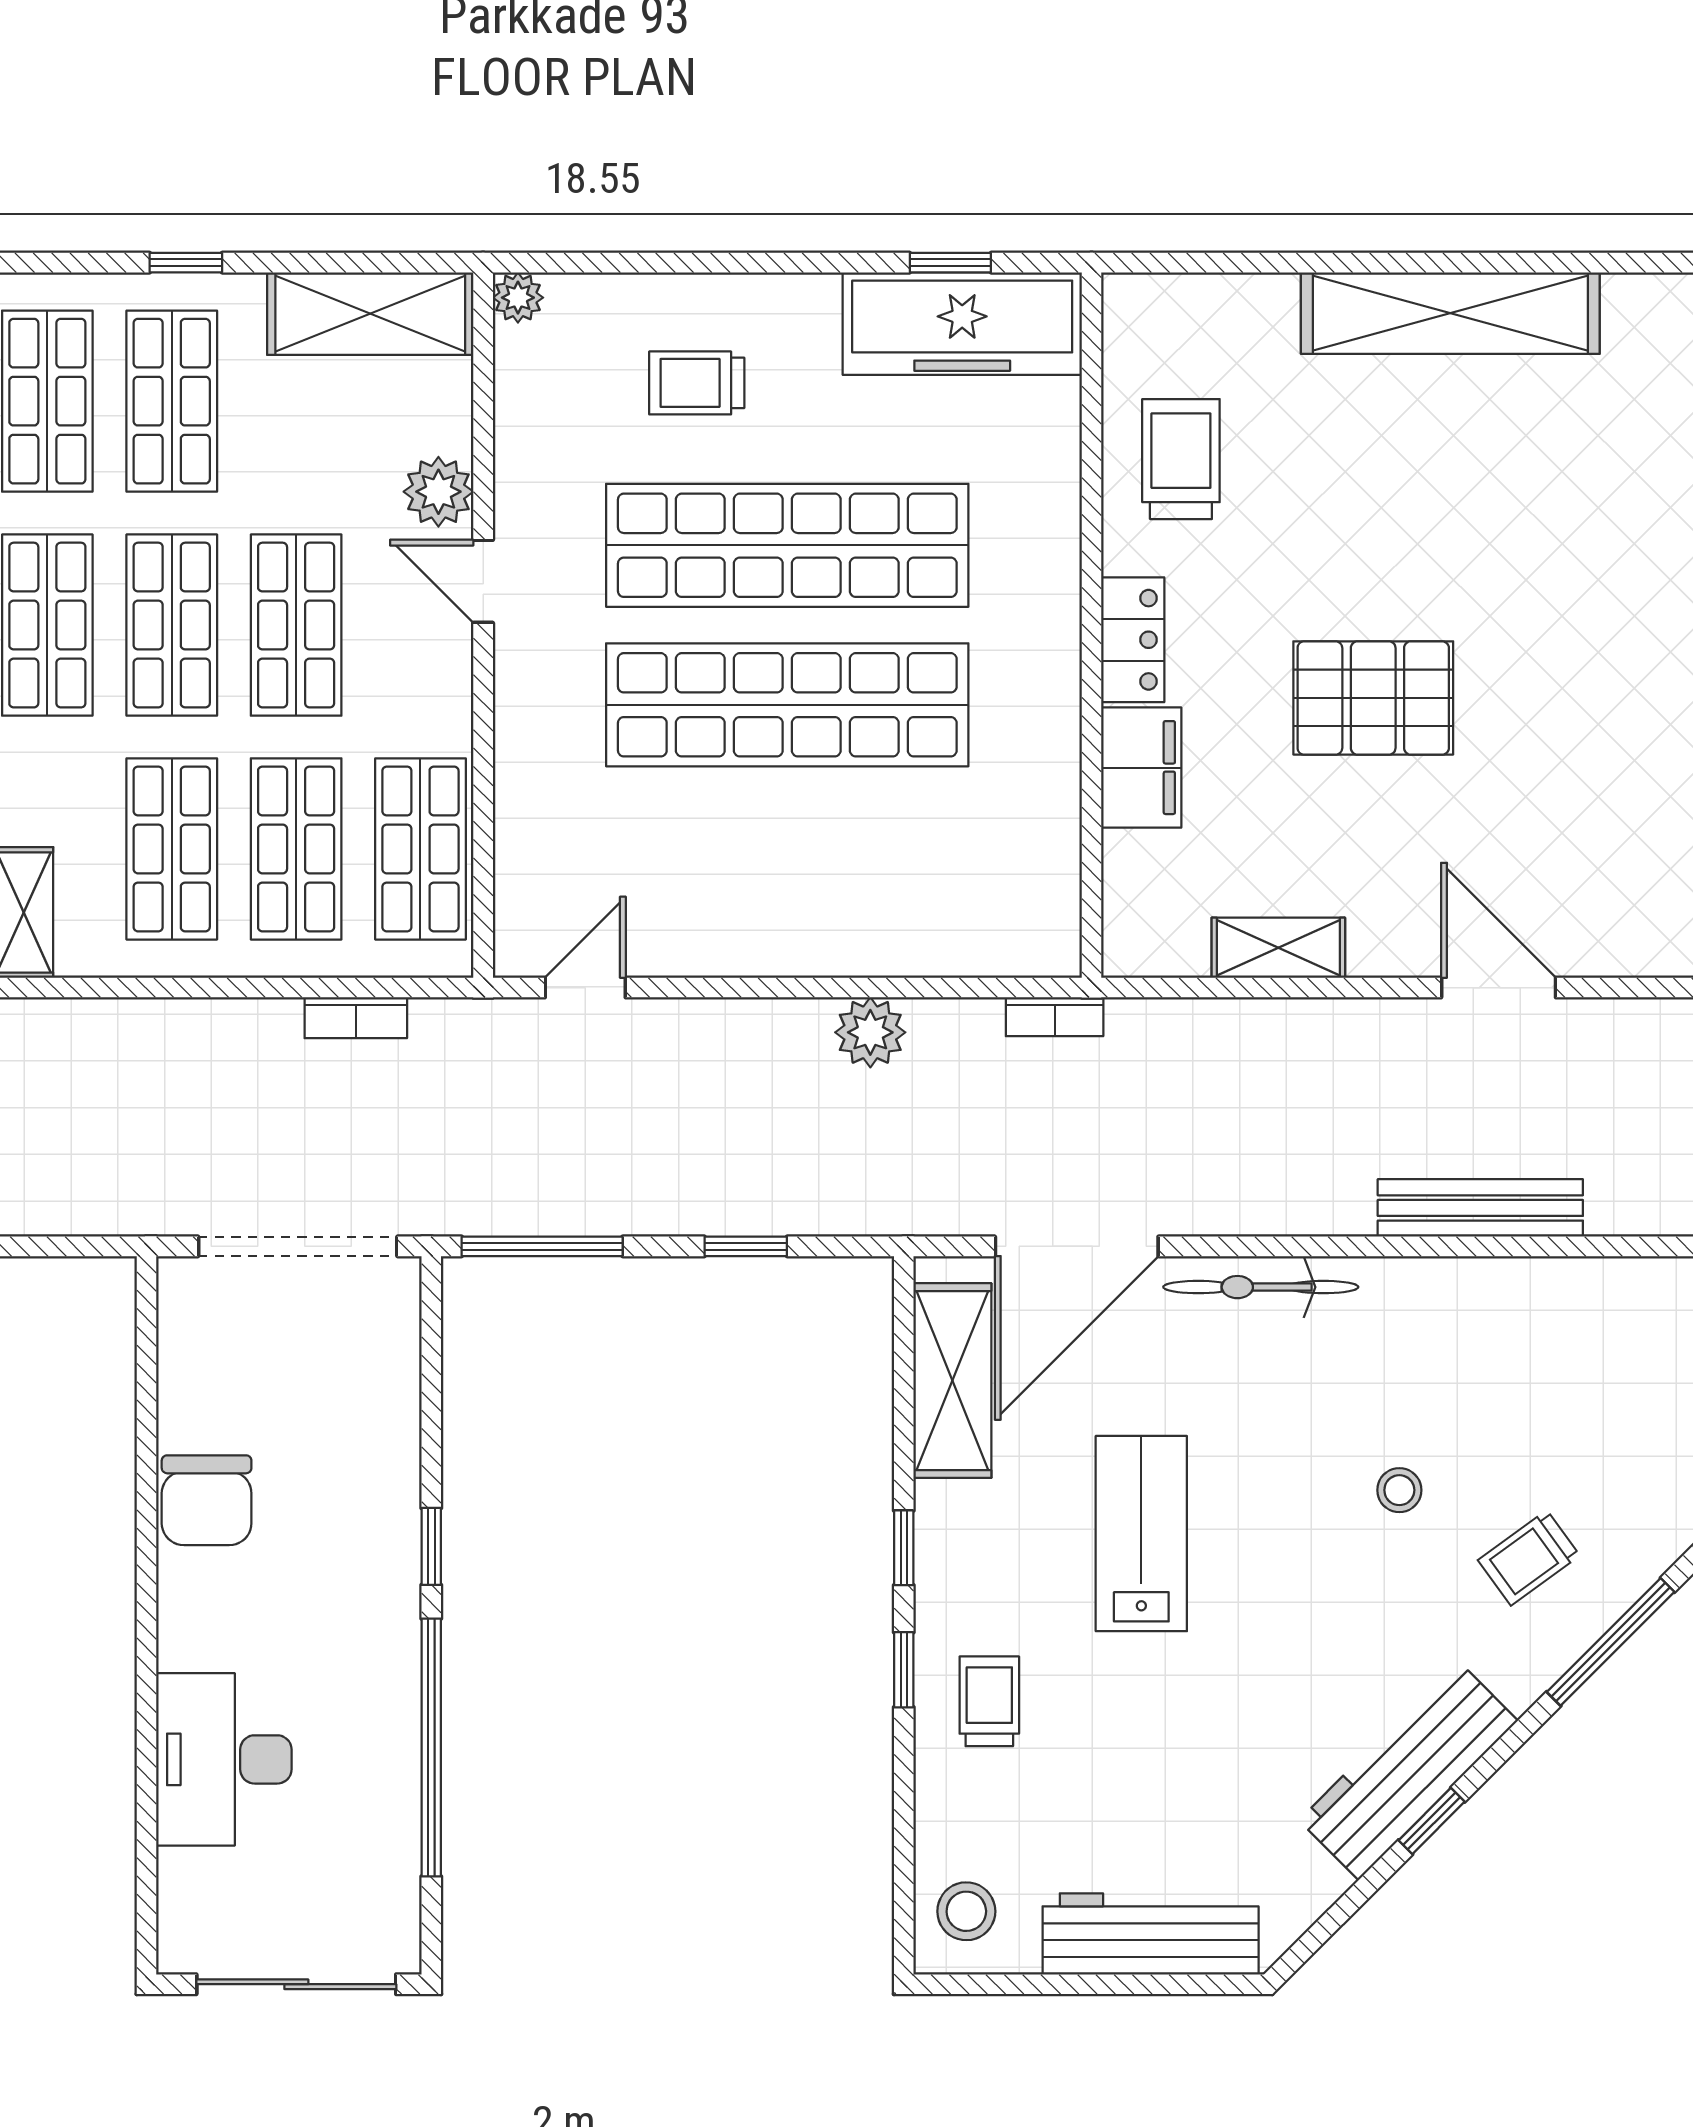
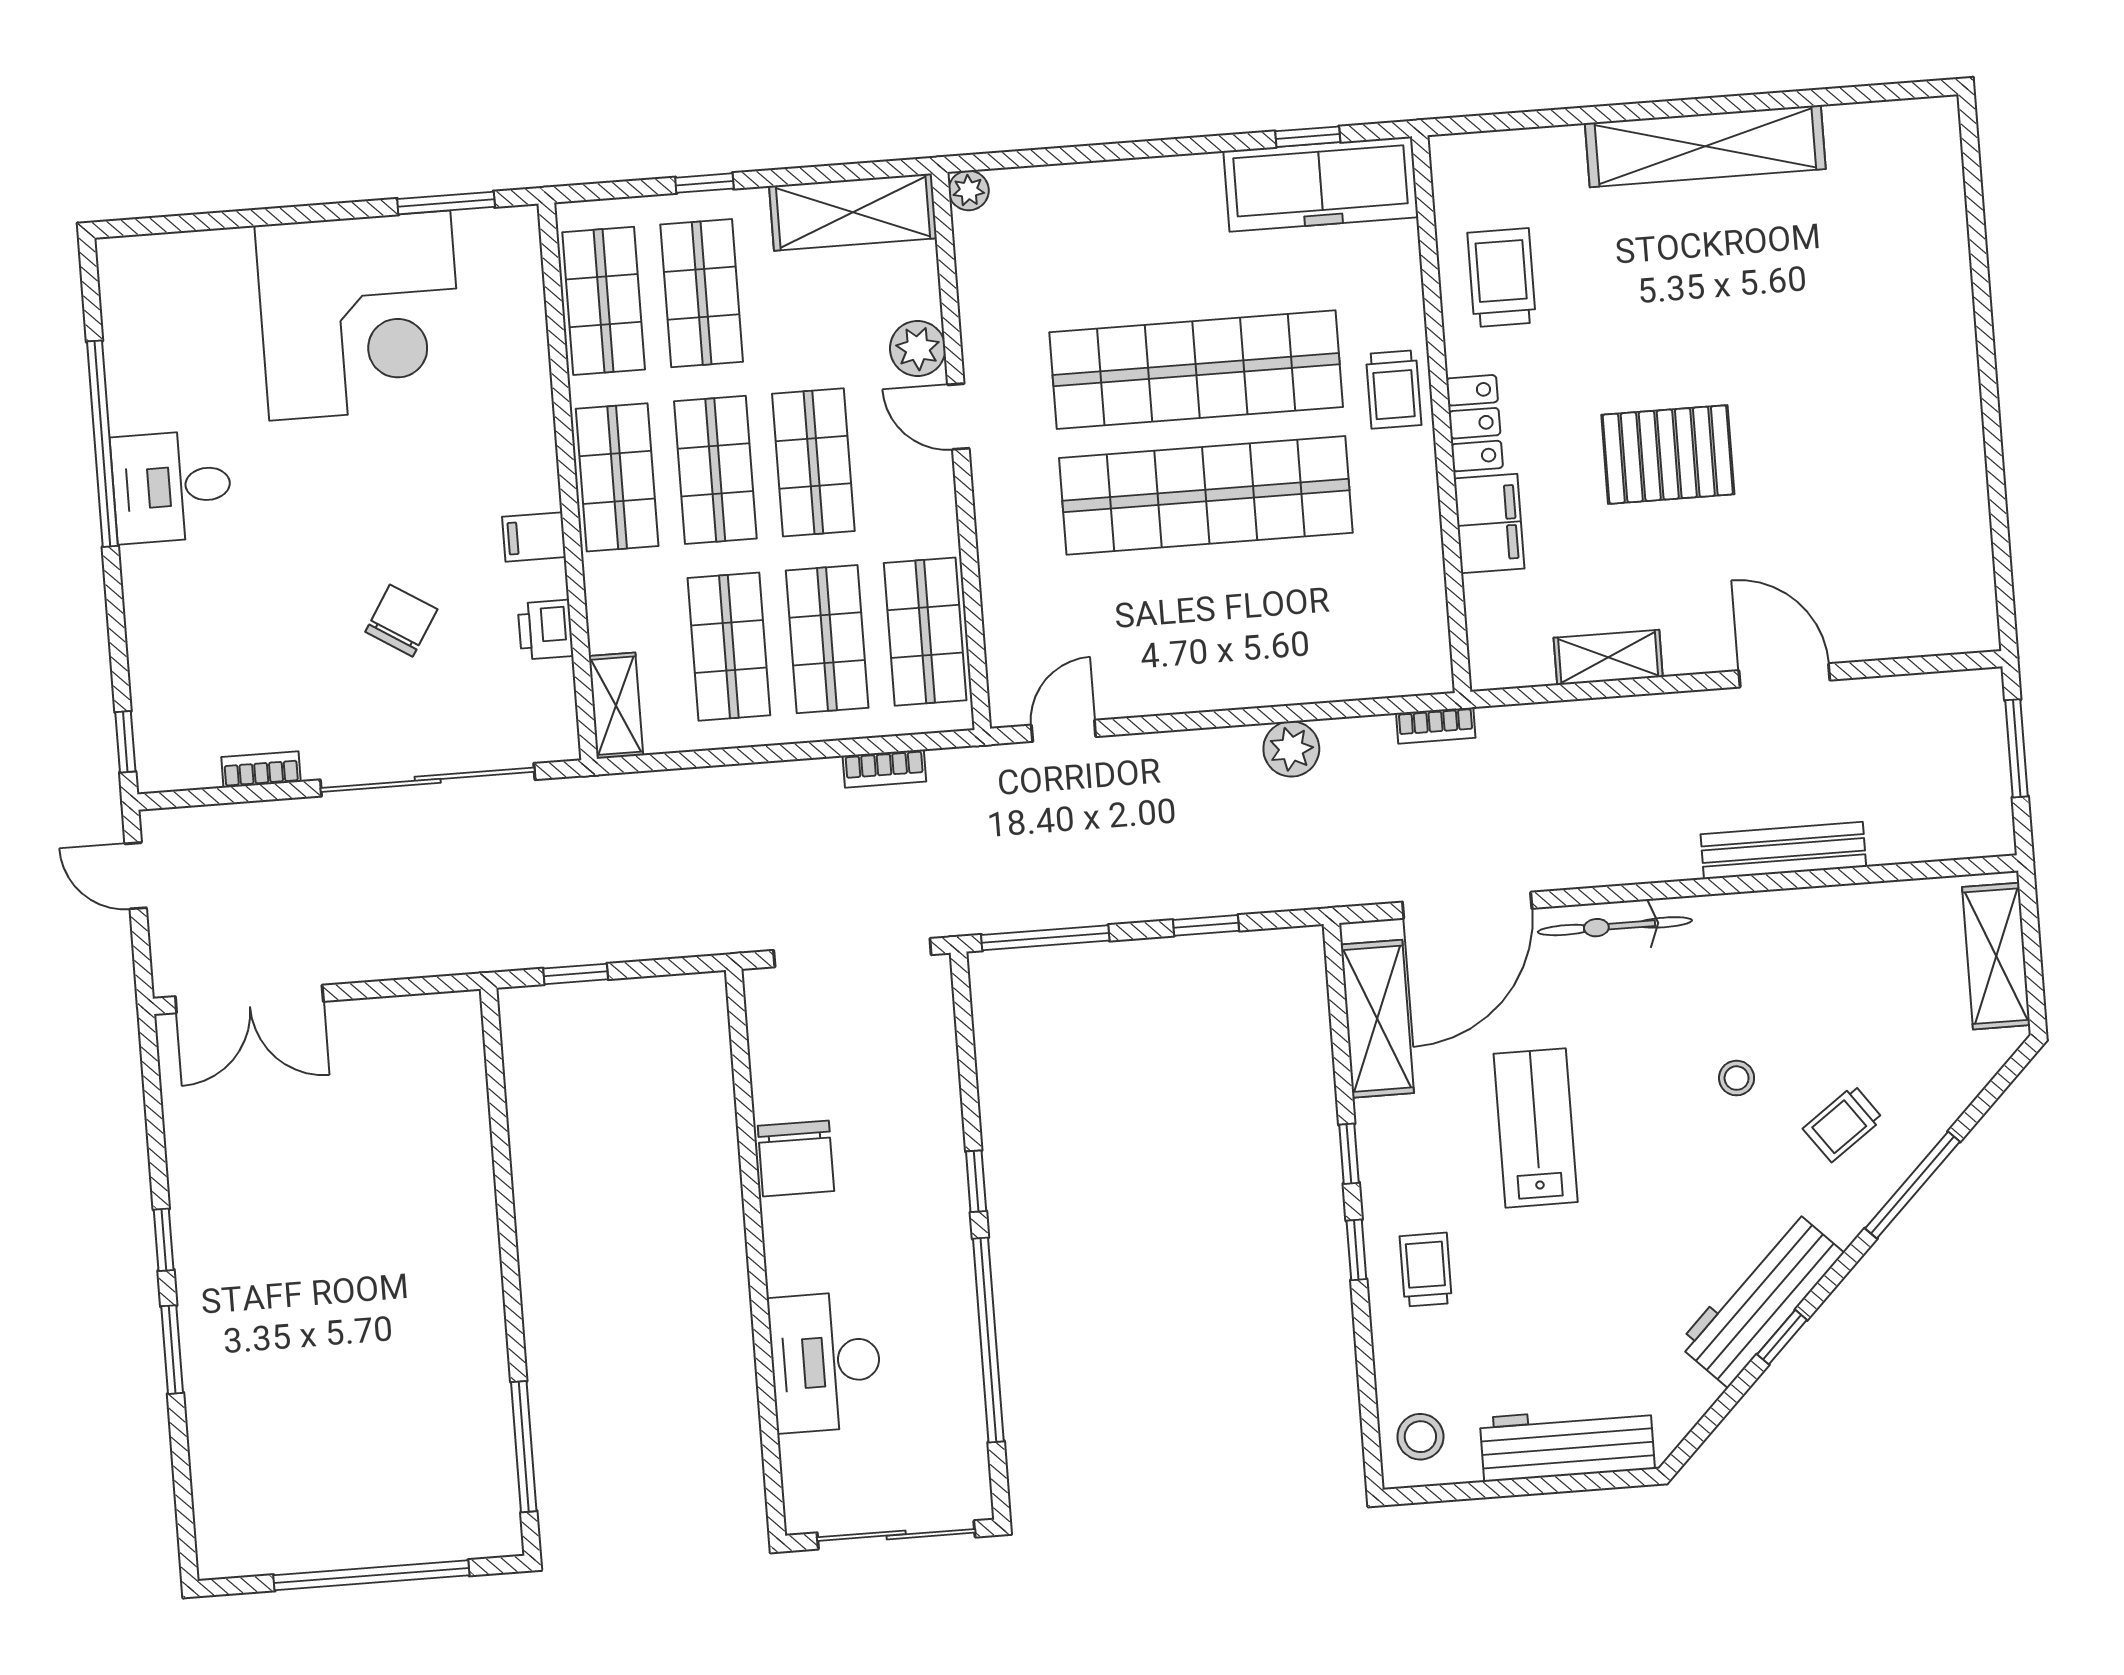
trolley: (697, 383) -> (1394, 389), moved, turned -90

